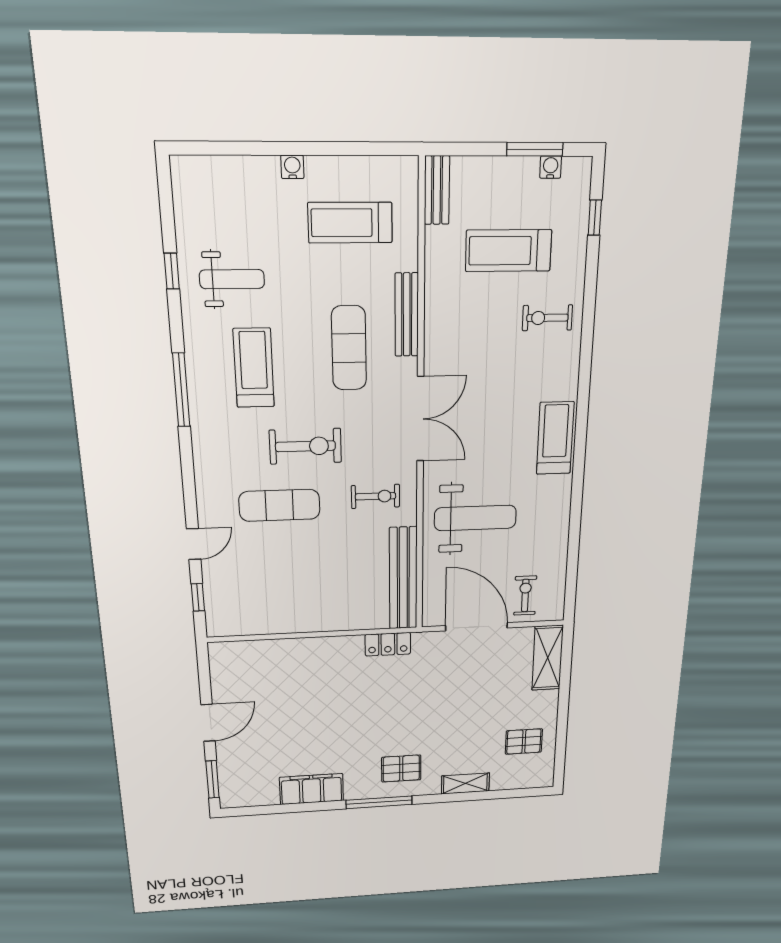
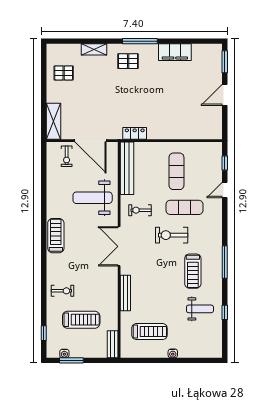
weight bench: (232, 279) -> (200, 309), turned 180
exercise mat: (349, 348) -> (176, 171), moved
treadmill: (555, 438) -> (56, 236), turned 180

